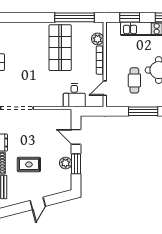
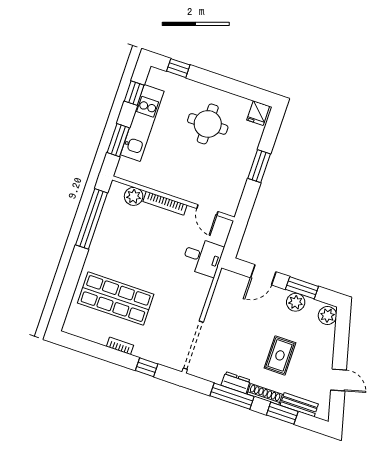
shop shelf: (60, 48) -> (116, 299), moved
cafe table: (134, 80) -> (211, 164), removed
window: (143, 111) -> (259, 166), width x0.69
plant: (64, 186) -> (327, 316), added
door: (38, 203) -> (339, 380), moved

